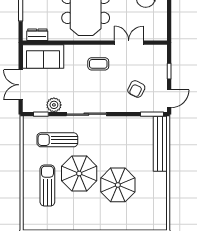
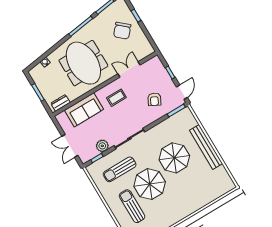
sofa: (43, 56) -> (84, 110), moved
bench: (160, 144) -> (206, 147), moved
parasol: (118, 185) -> (174, 158), moved

